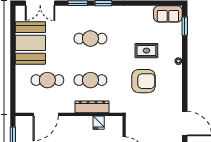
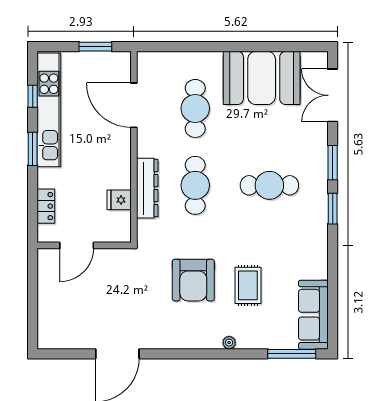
sofa: (168, 14) -> (313, 315), width x1.36
window: (185, 26) -> (292, 354), width x1.44
cafe table: (90, 39) -> (269, 185), turned 90

